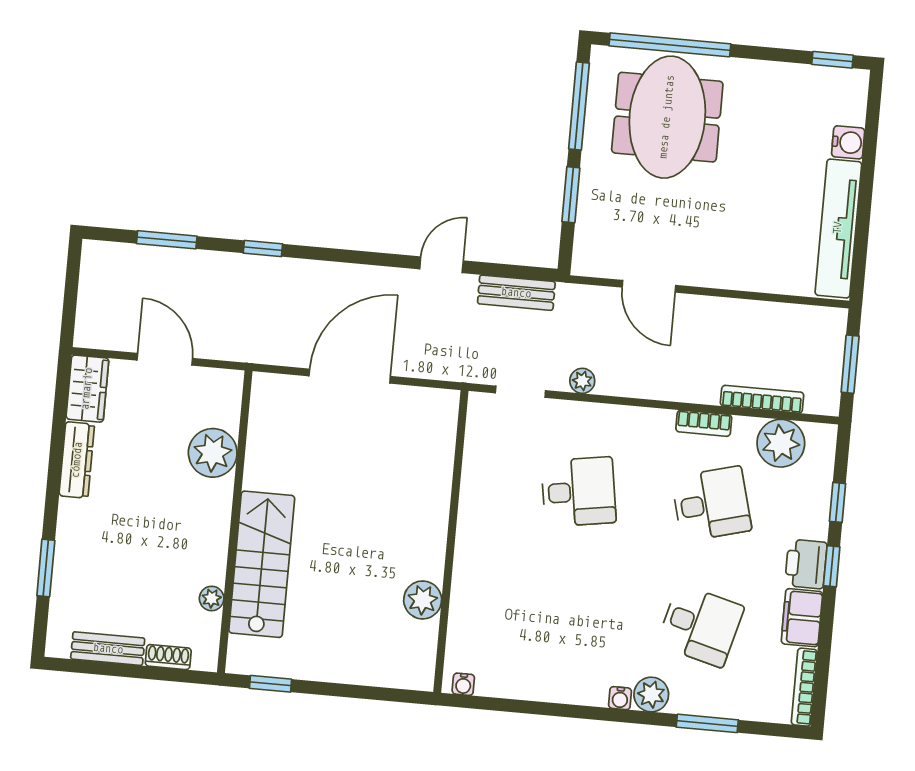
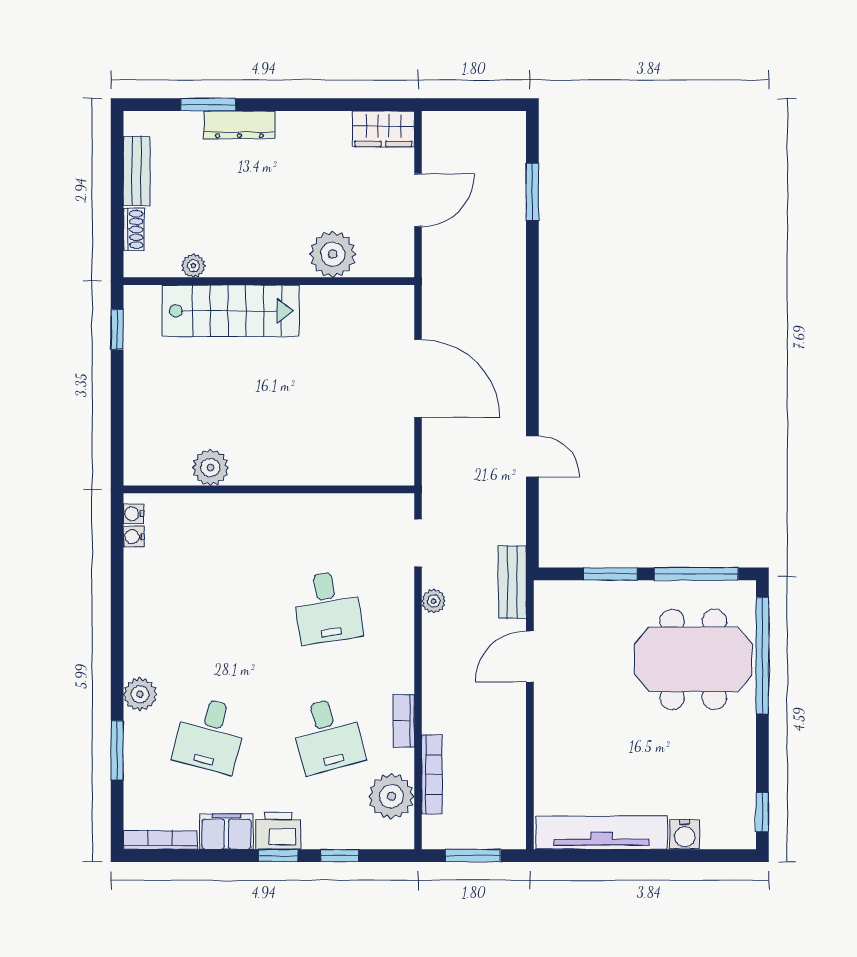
window: (263, 249) -> (532, 284), removed
bench: (516, 293) -> (512, 582), moved
dresser: (77, 460) -> (239, 125), moved
water cooler: (620, 698) -> (134, 537), moved

